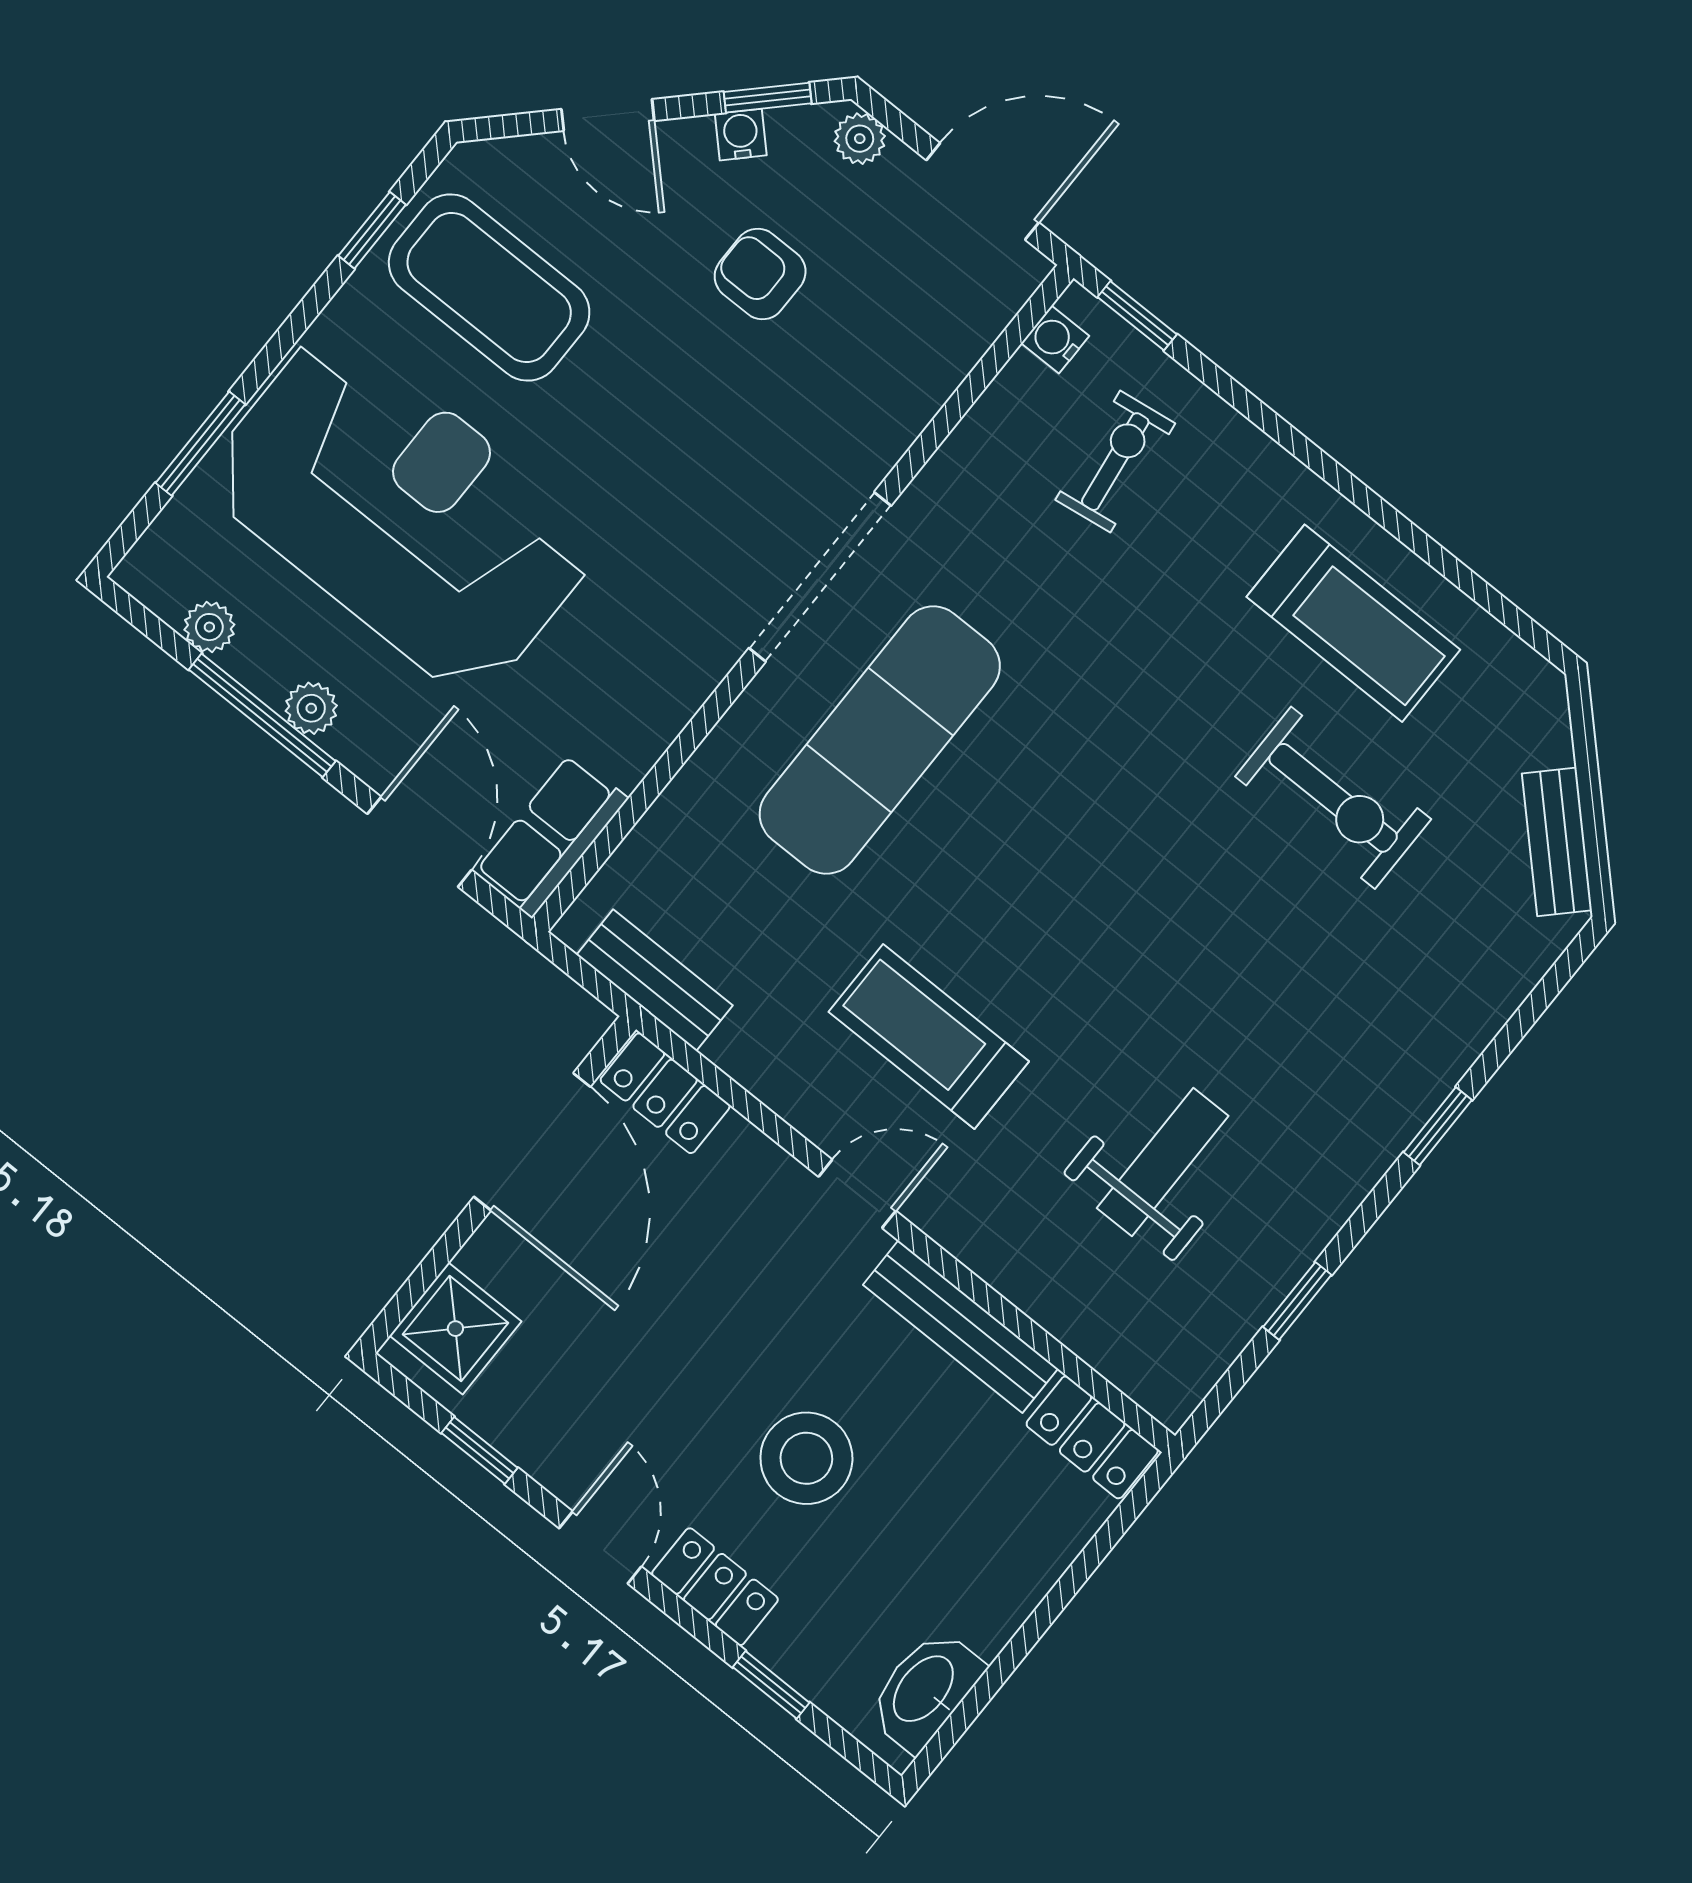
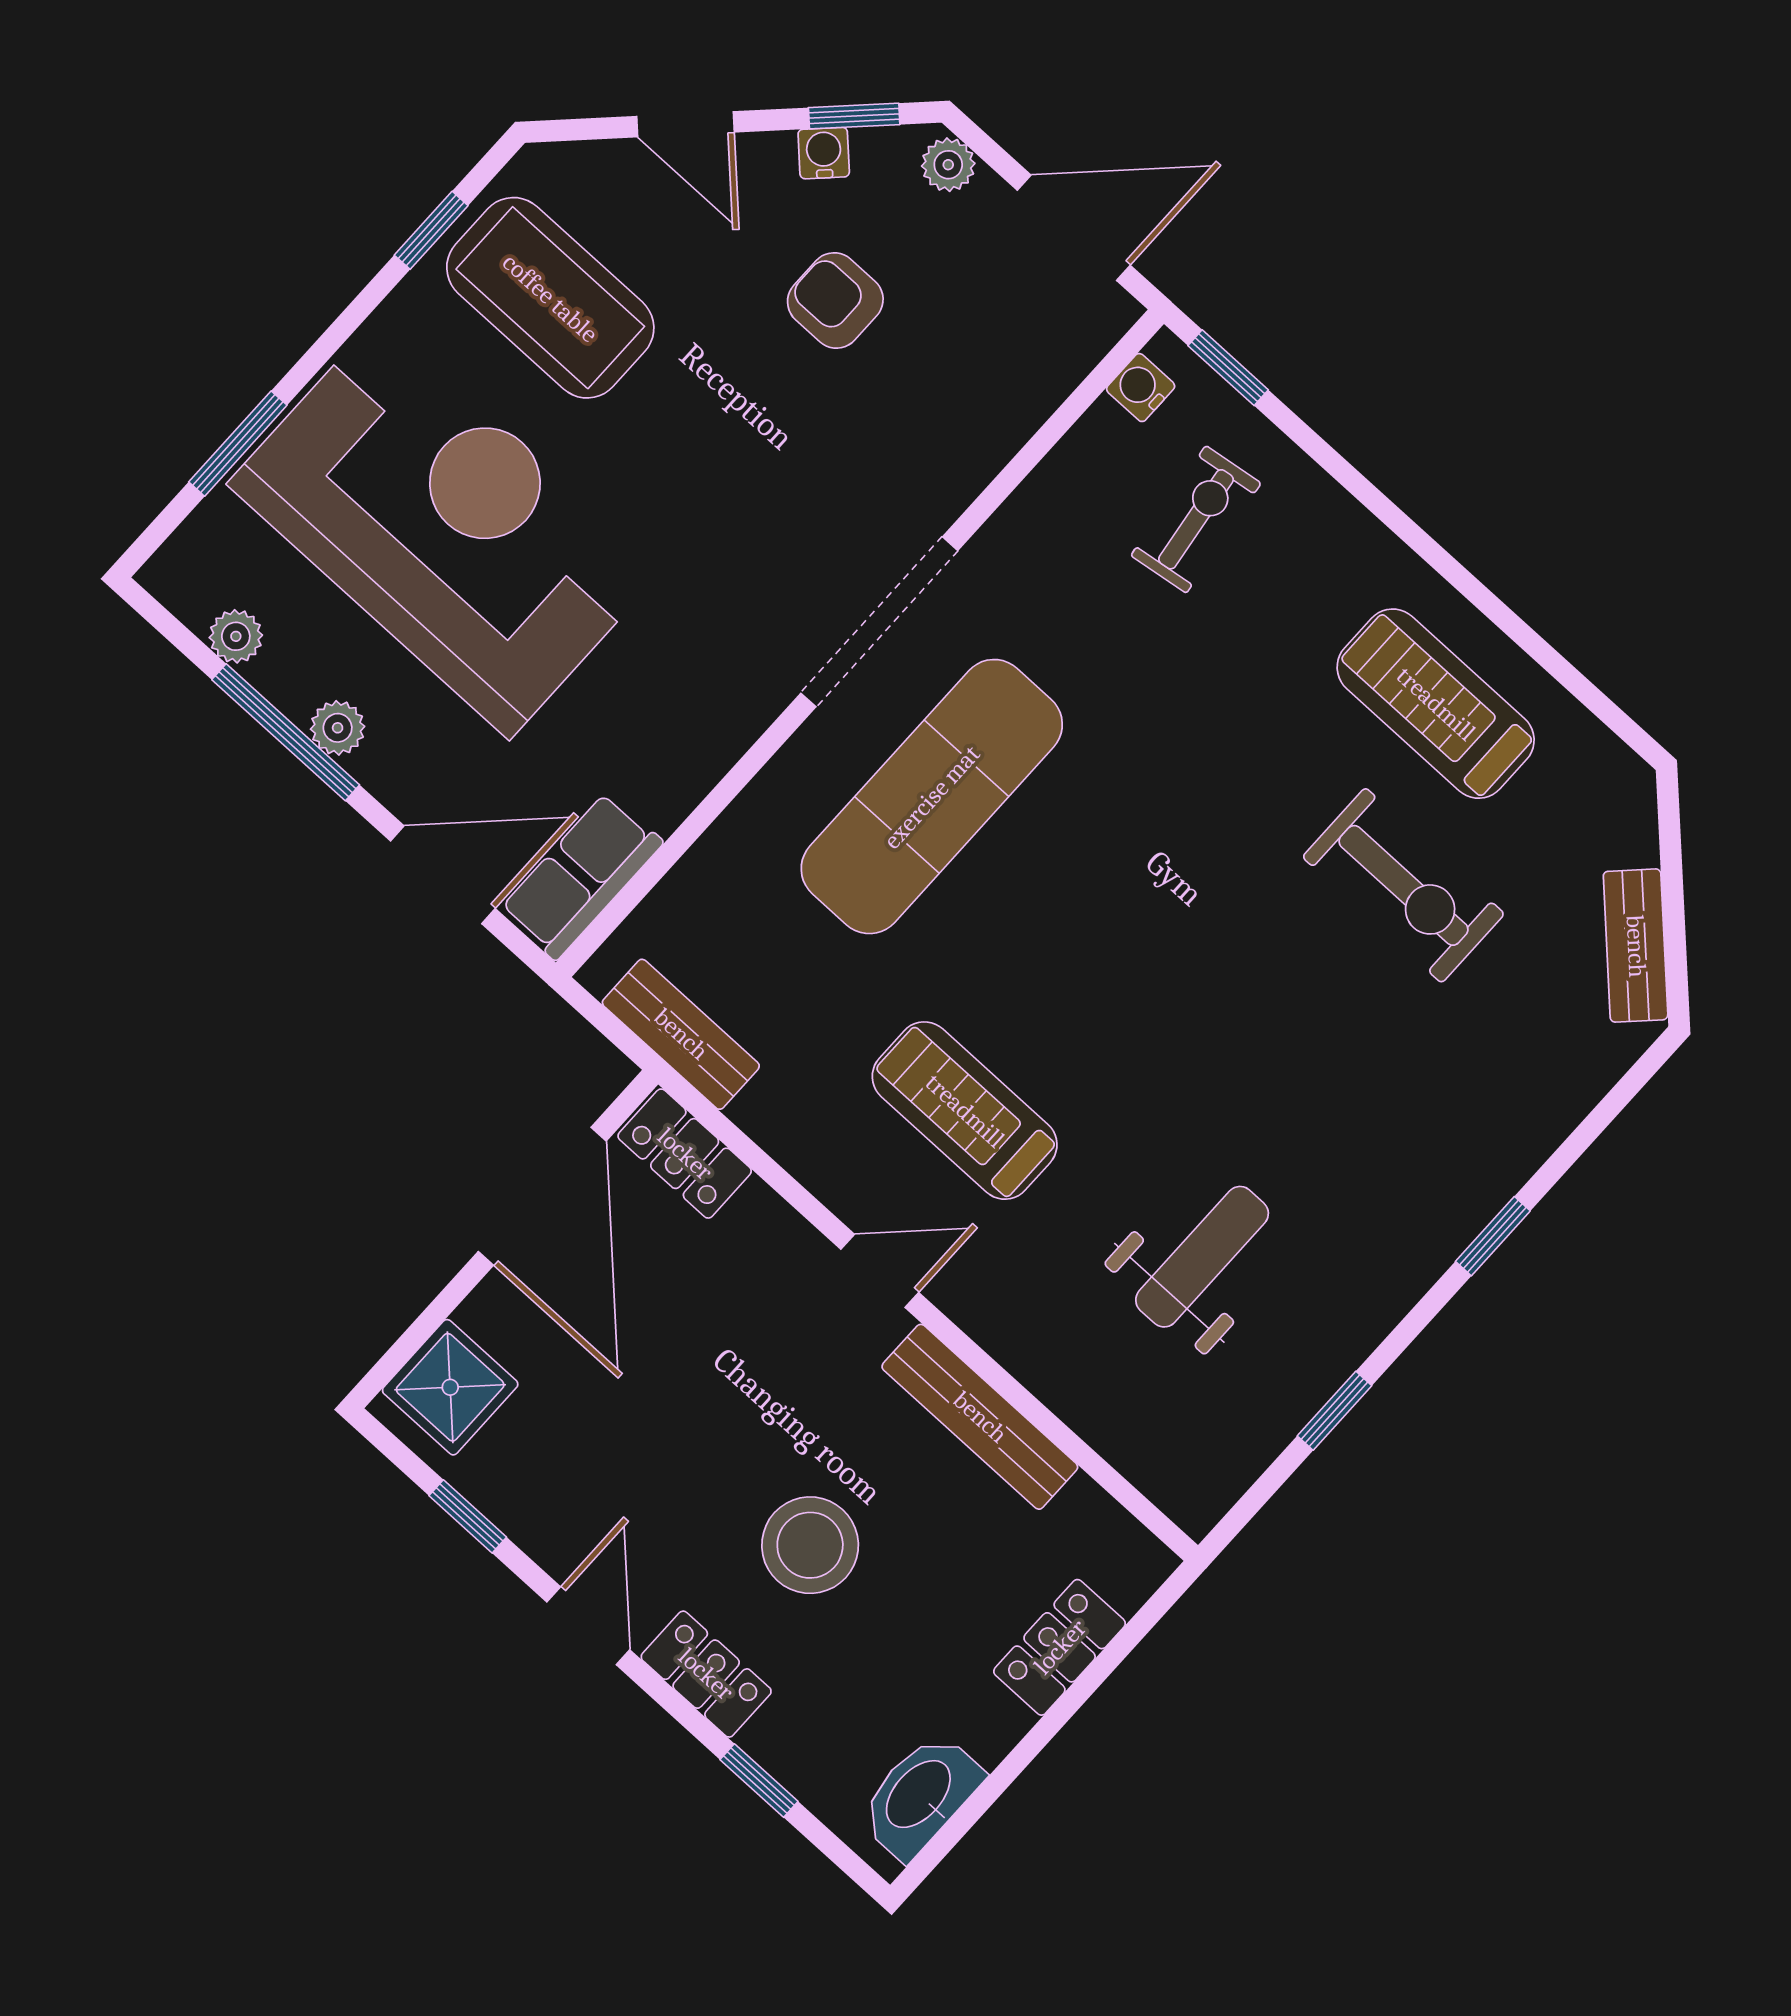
treadmill: (1353, 623) -> (1436, 704), turned 180
door: (420, 842) -> (443, 875), hinge flipped
locker: (1092, 1437) -> (1060, 1647), moved, turned 90

